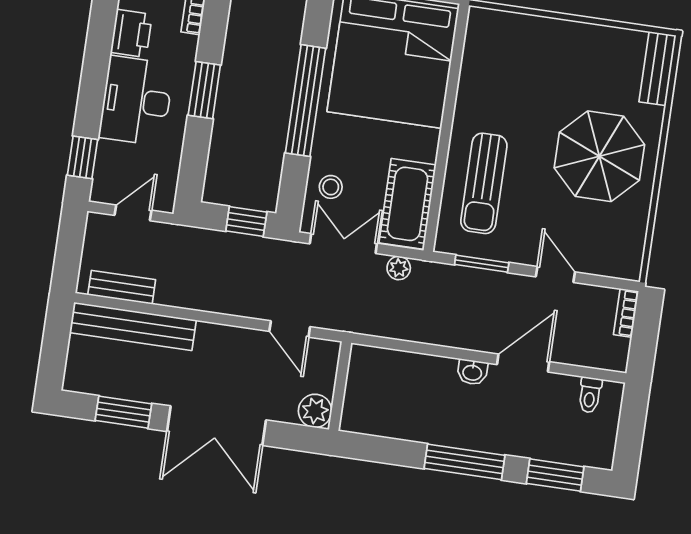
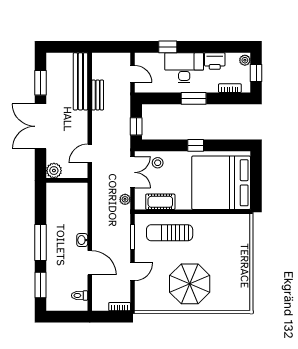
bench: (657, 69) -> (234, 305), removed
window: (306, 101) -> (196, 145), width x0.32
window: (83, 157) -> (168, 47), moved
cot: (408, 204) -> (160, 202), width x0.73, depth x0.75
bench: (122, 287) -> (98, 95), moved

